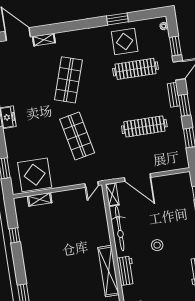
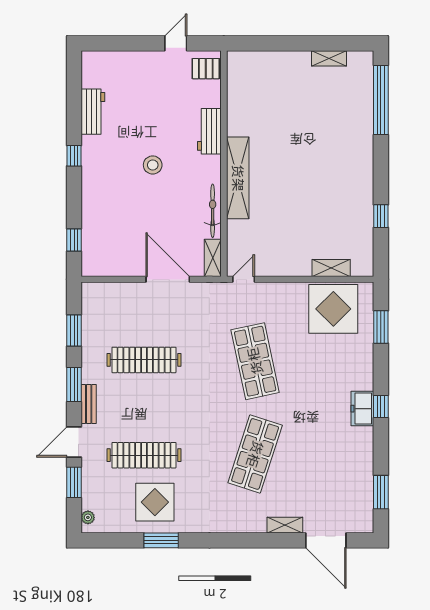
bicycle: (120, 229) -> (213, 211), width x0.73, depth x0.71
shelving: (108, 271) -> (238, 178), moved

